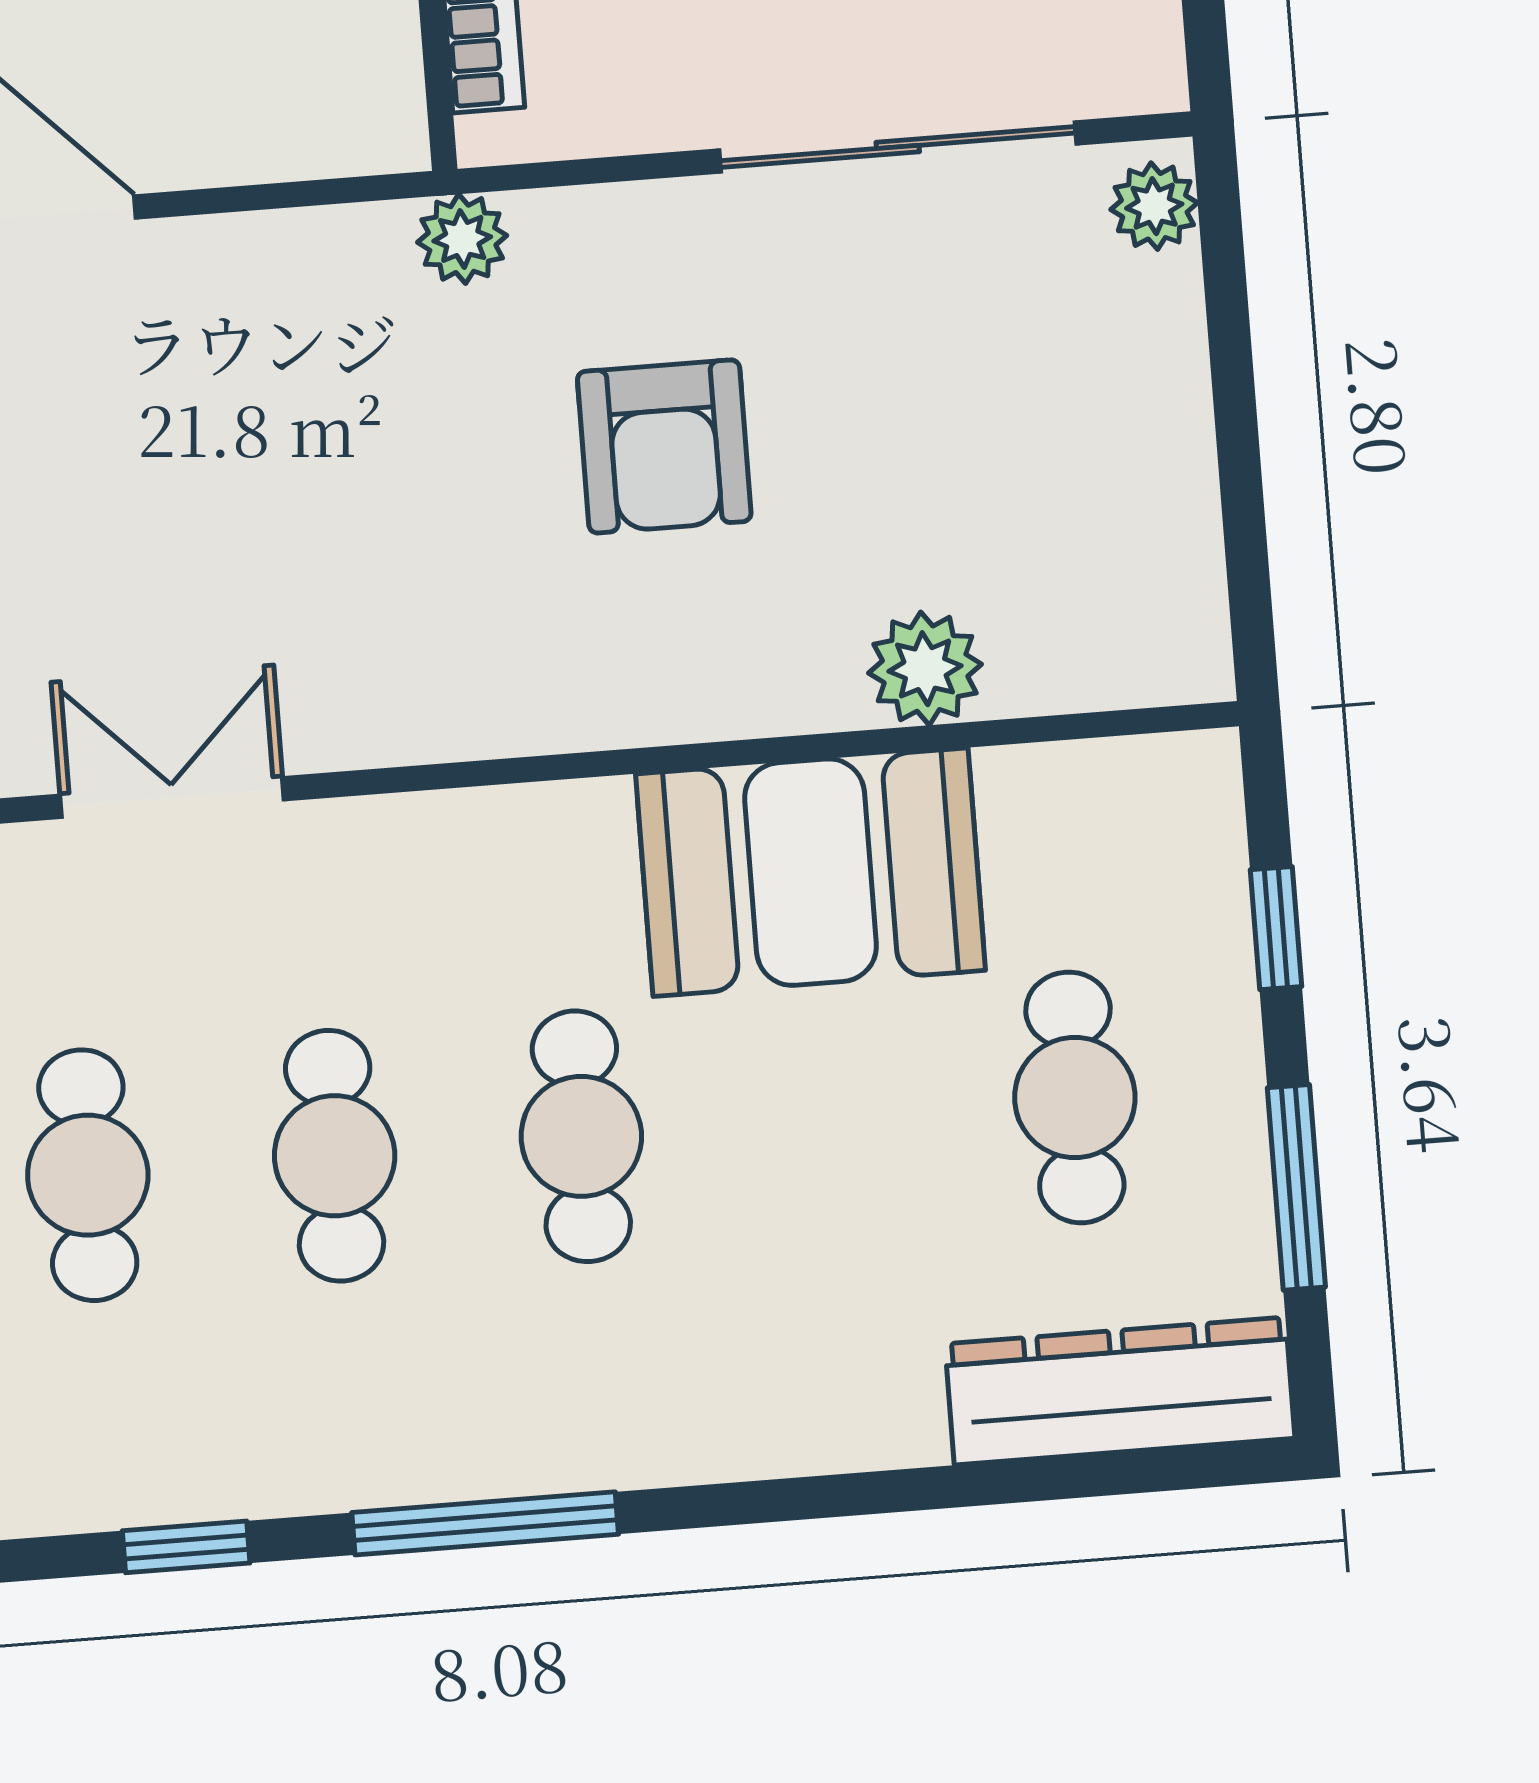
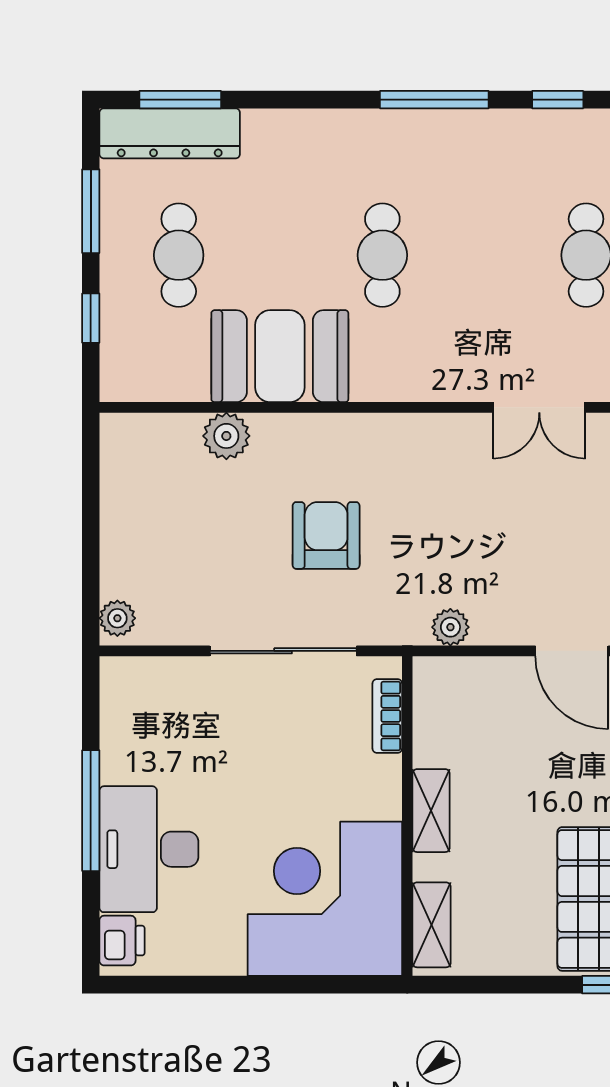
sliding door: (898, 147) -> (283, 651), moved
plant: (462, 239) -> (450, 627), moved
cafe table: (335, 1156) -> (484, 255), removed
window: (1101, 1475) -> (180, 100), added

